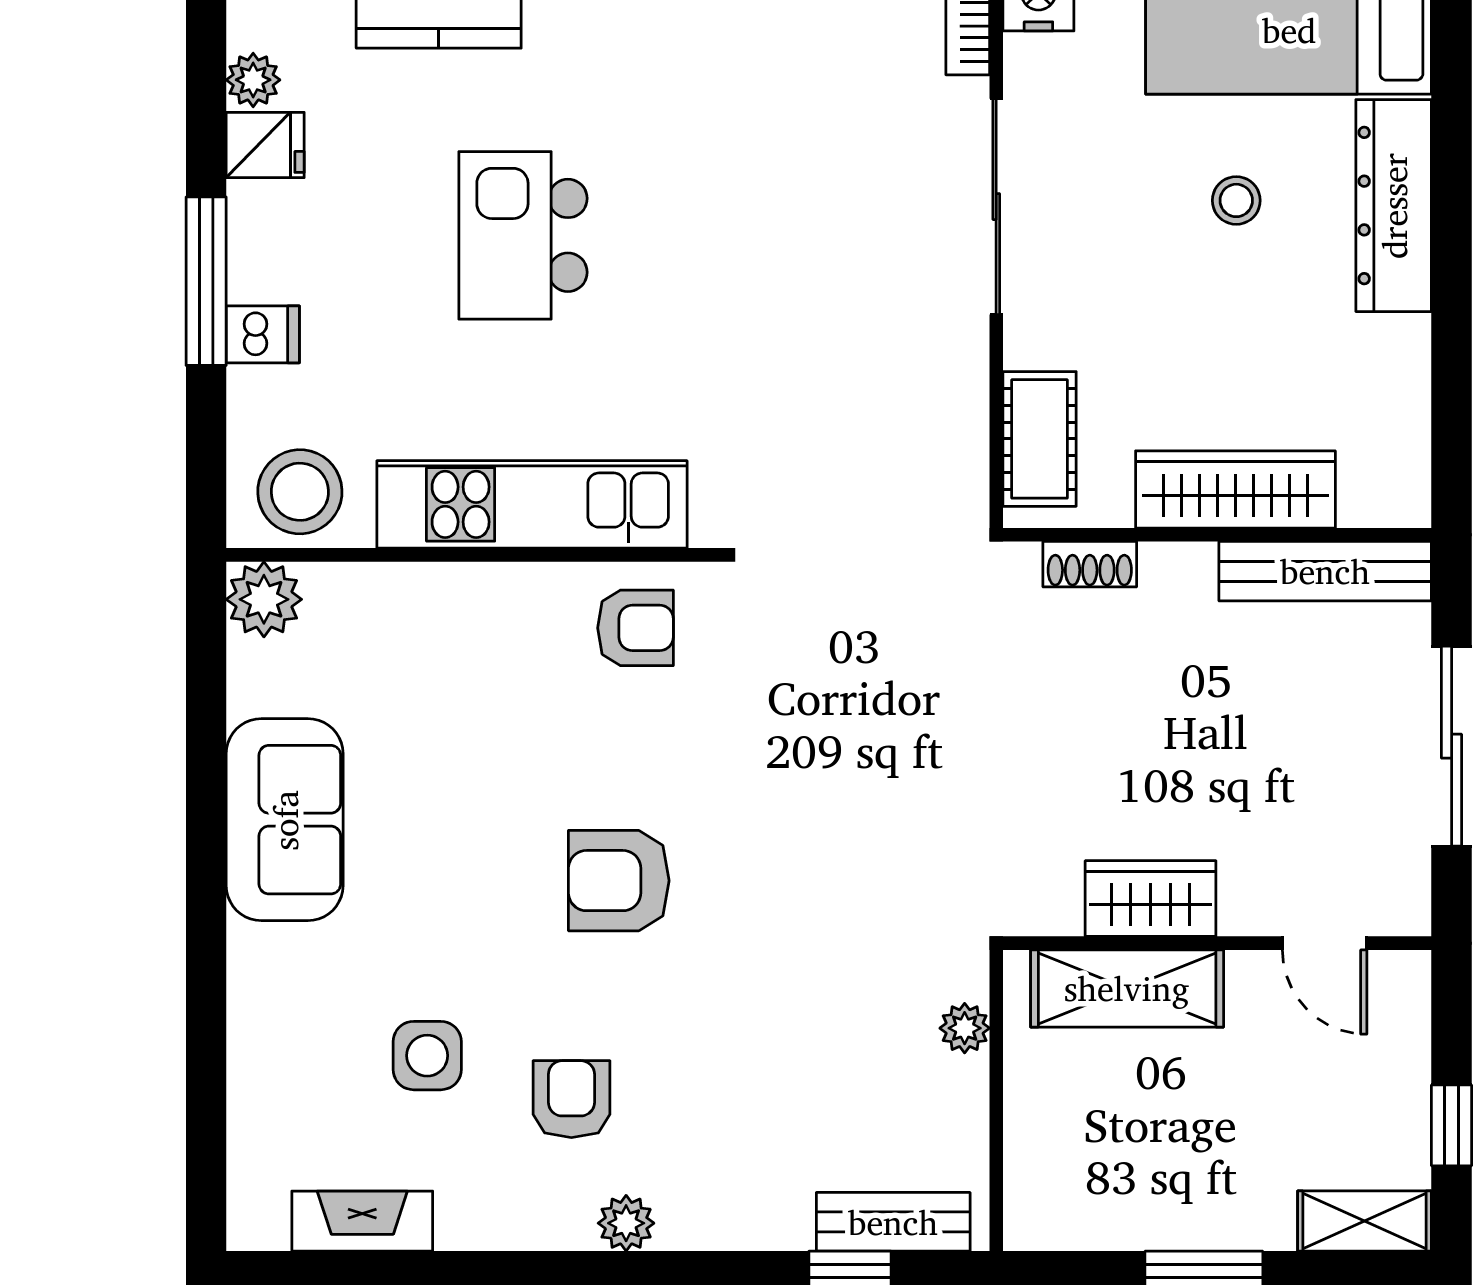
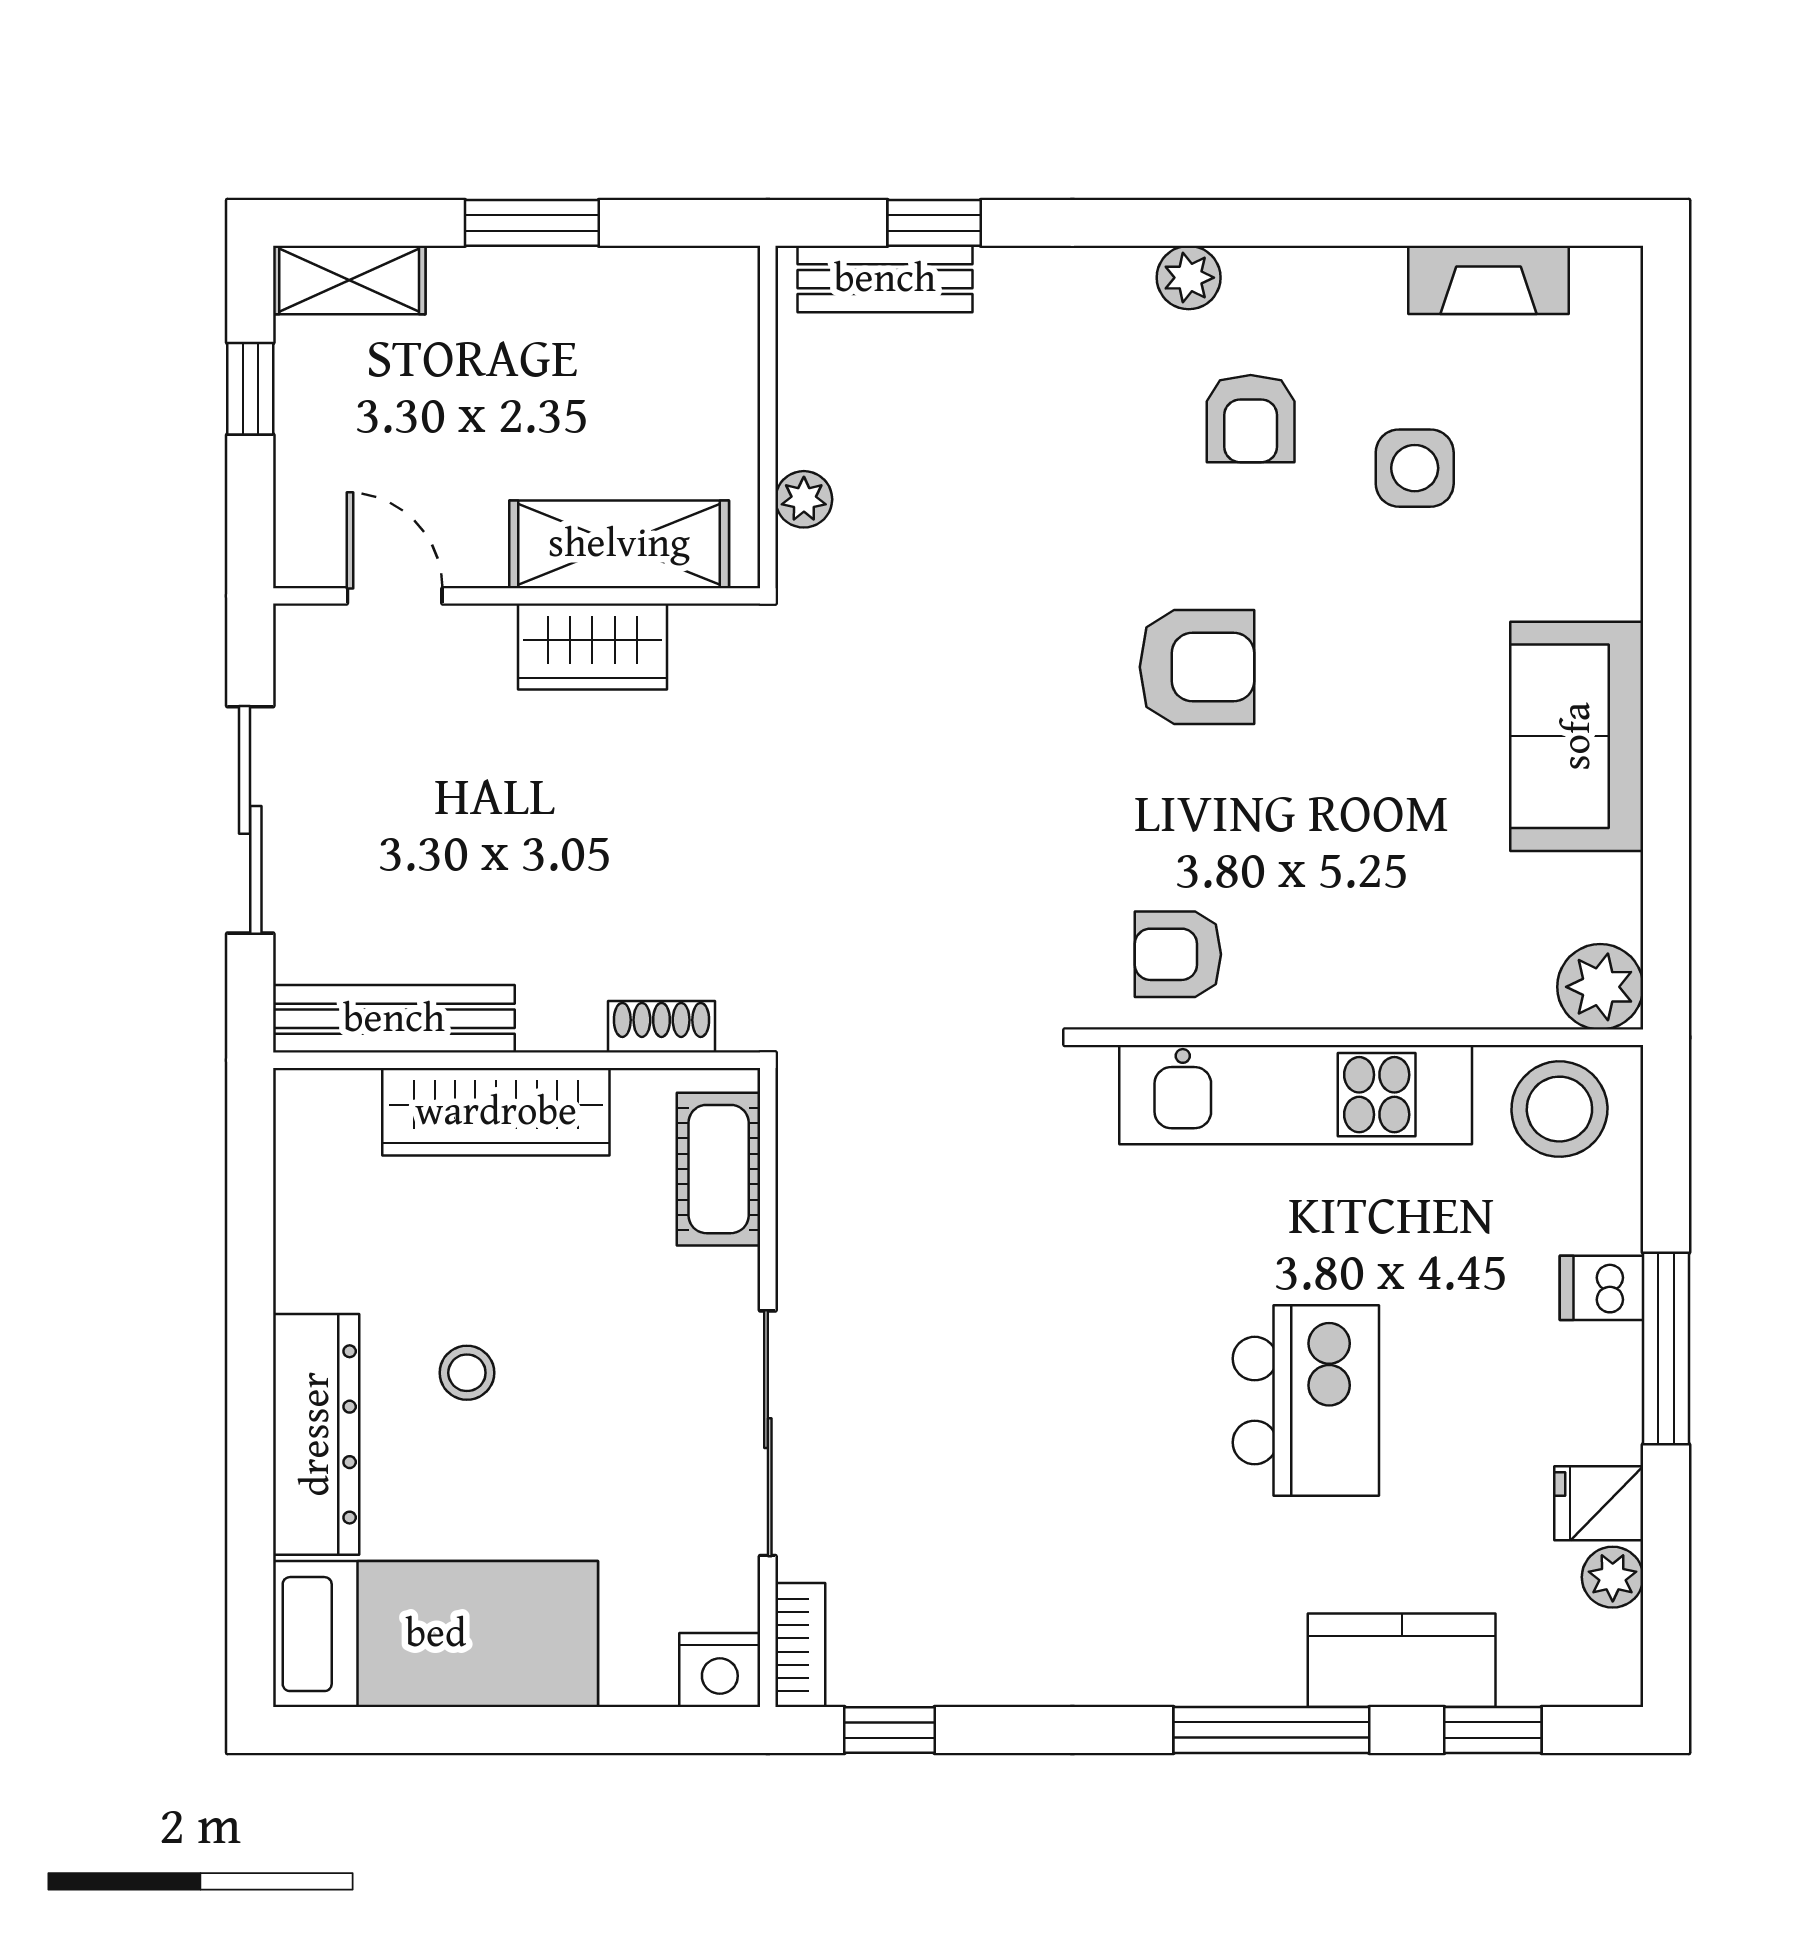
stool: (1236, 200) -> (467, 1373), moved

